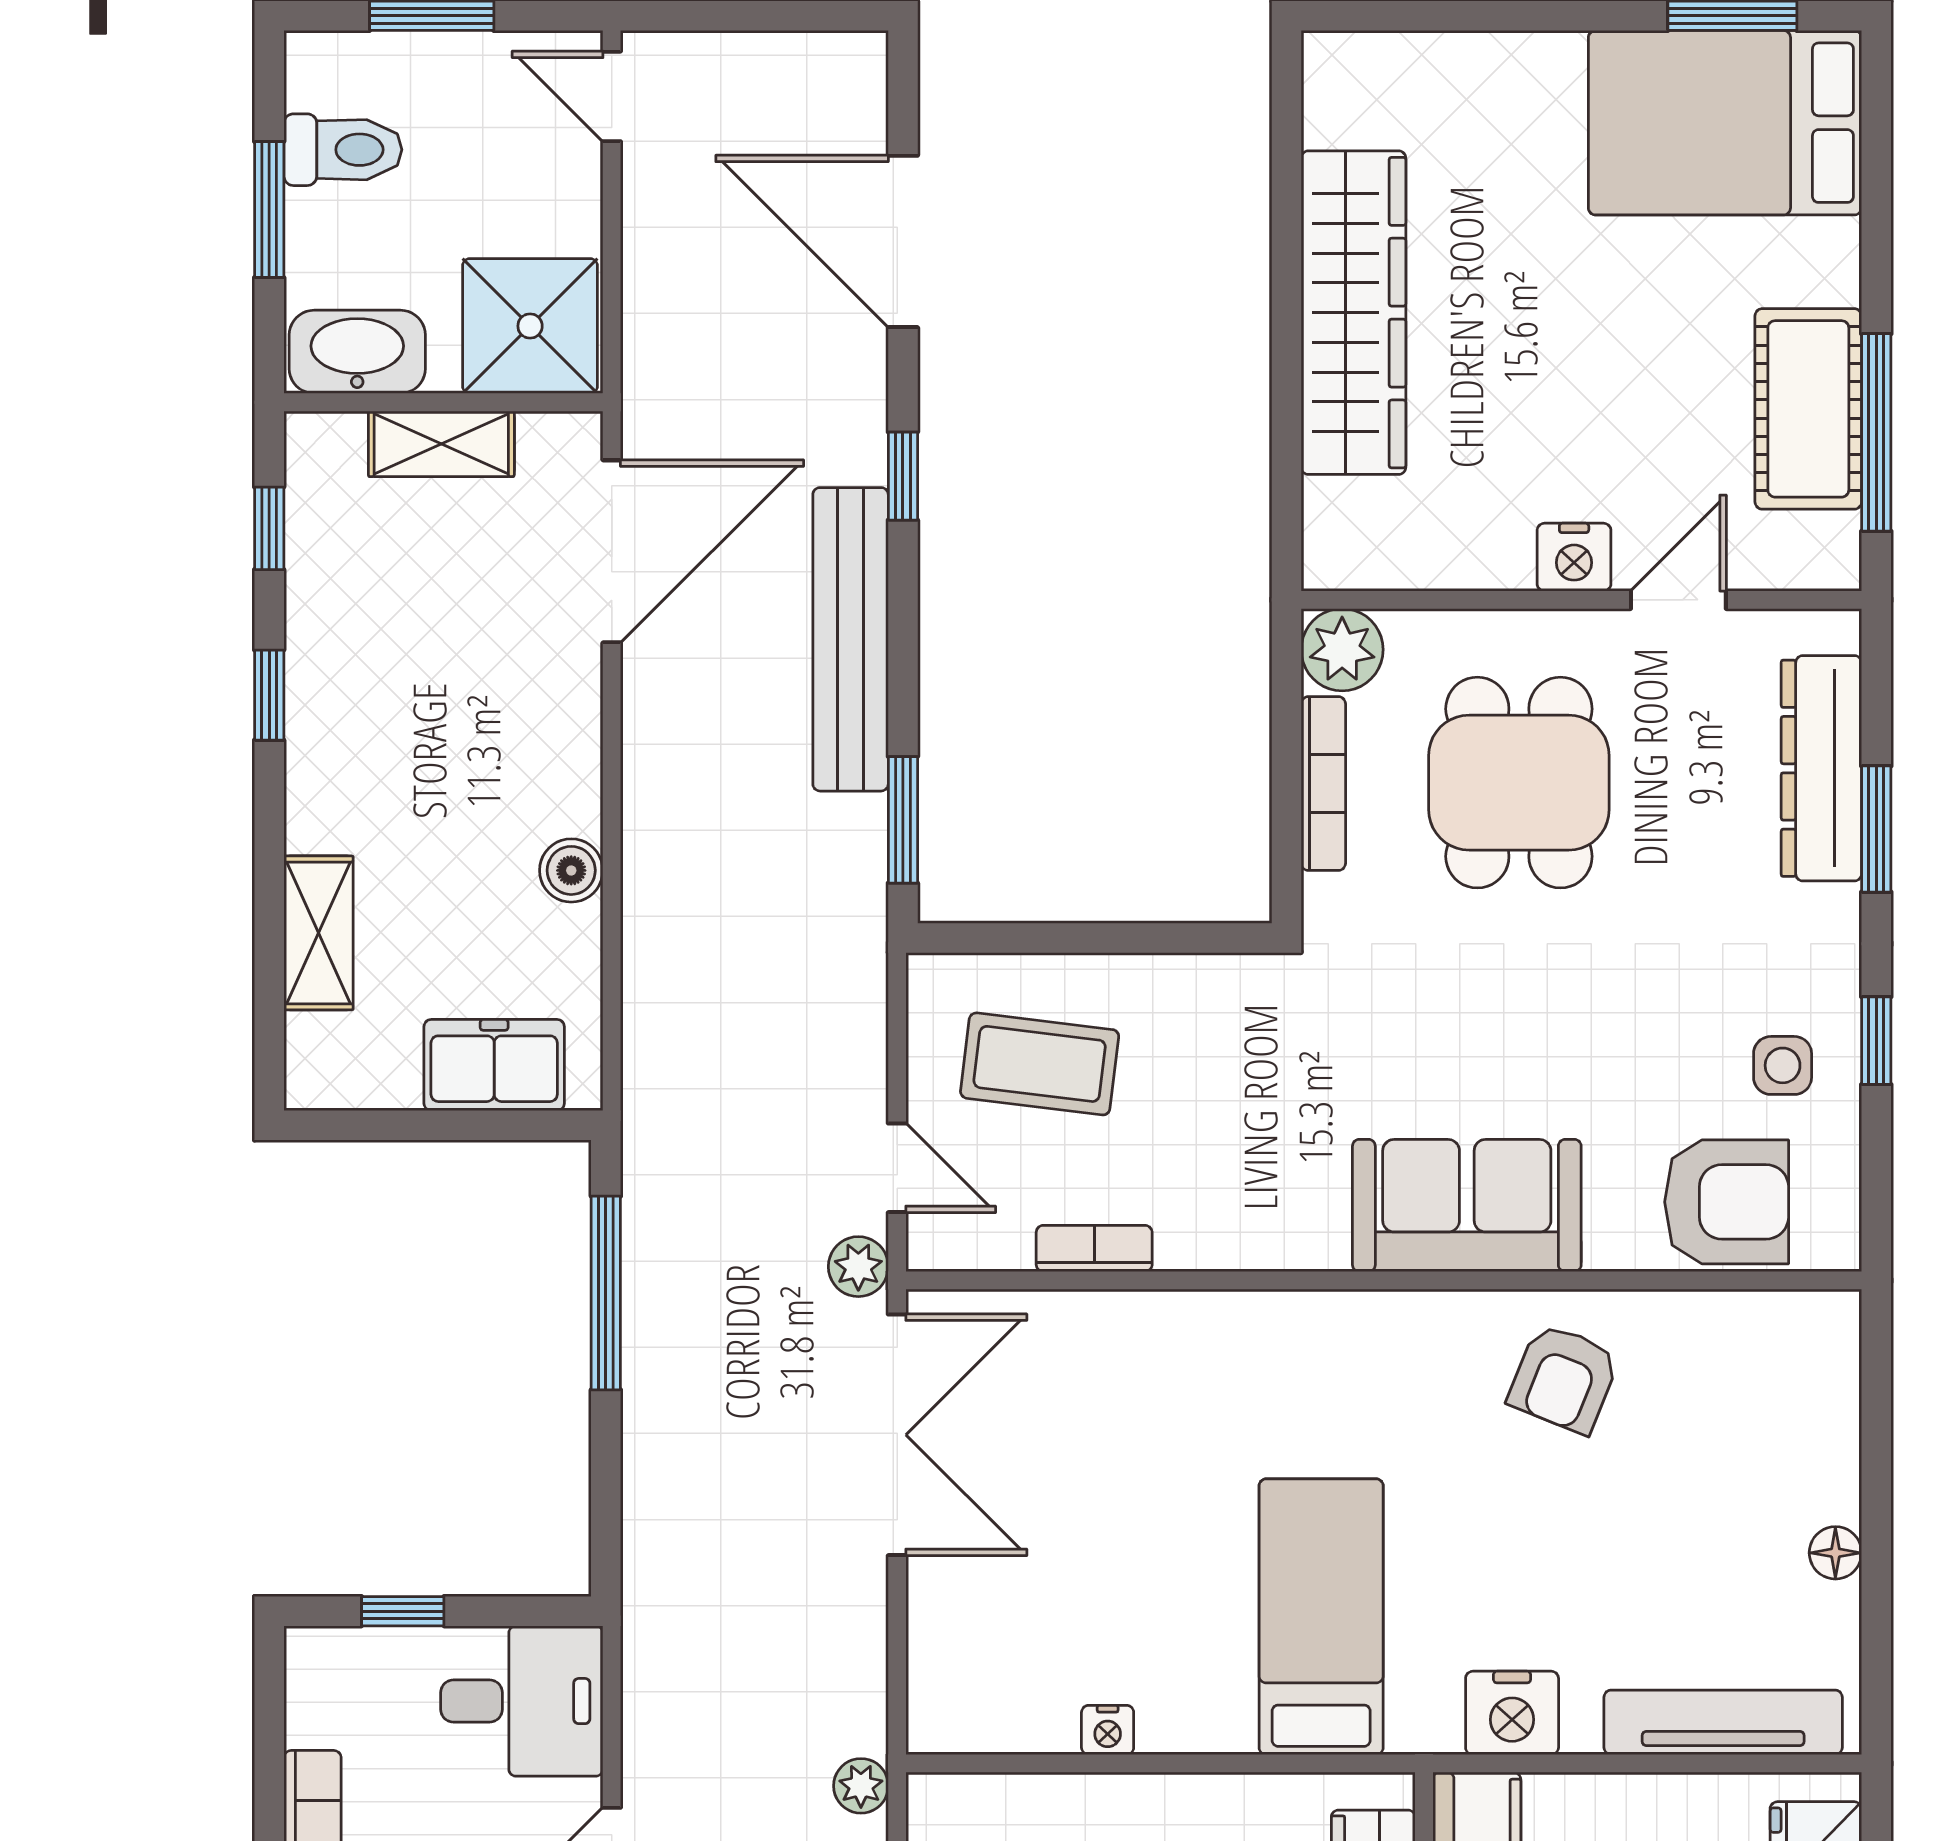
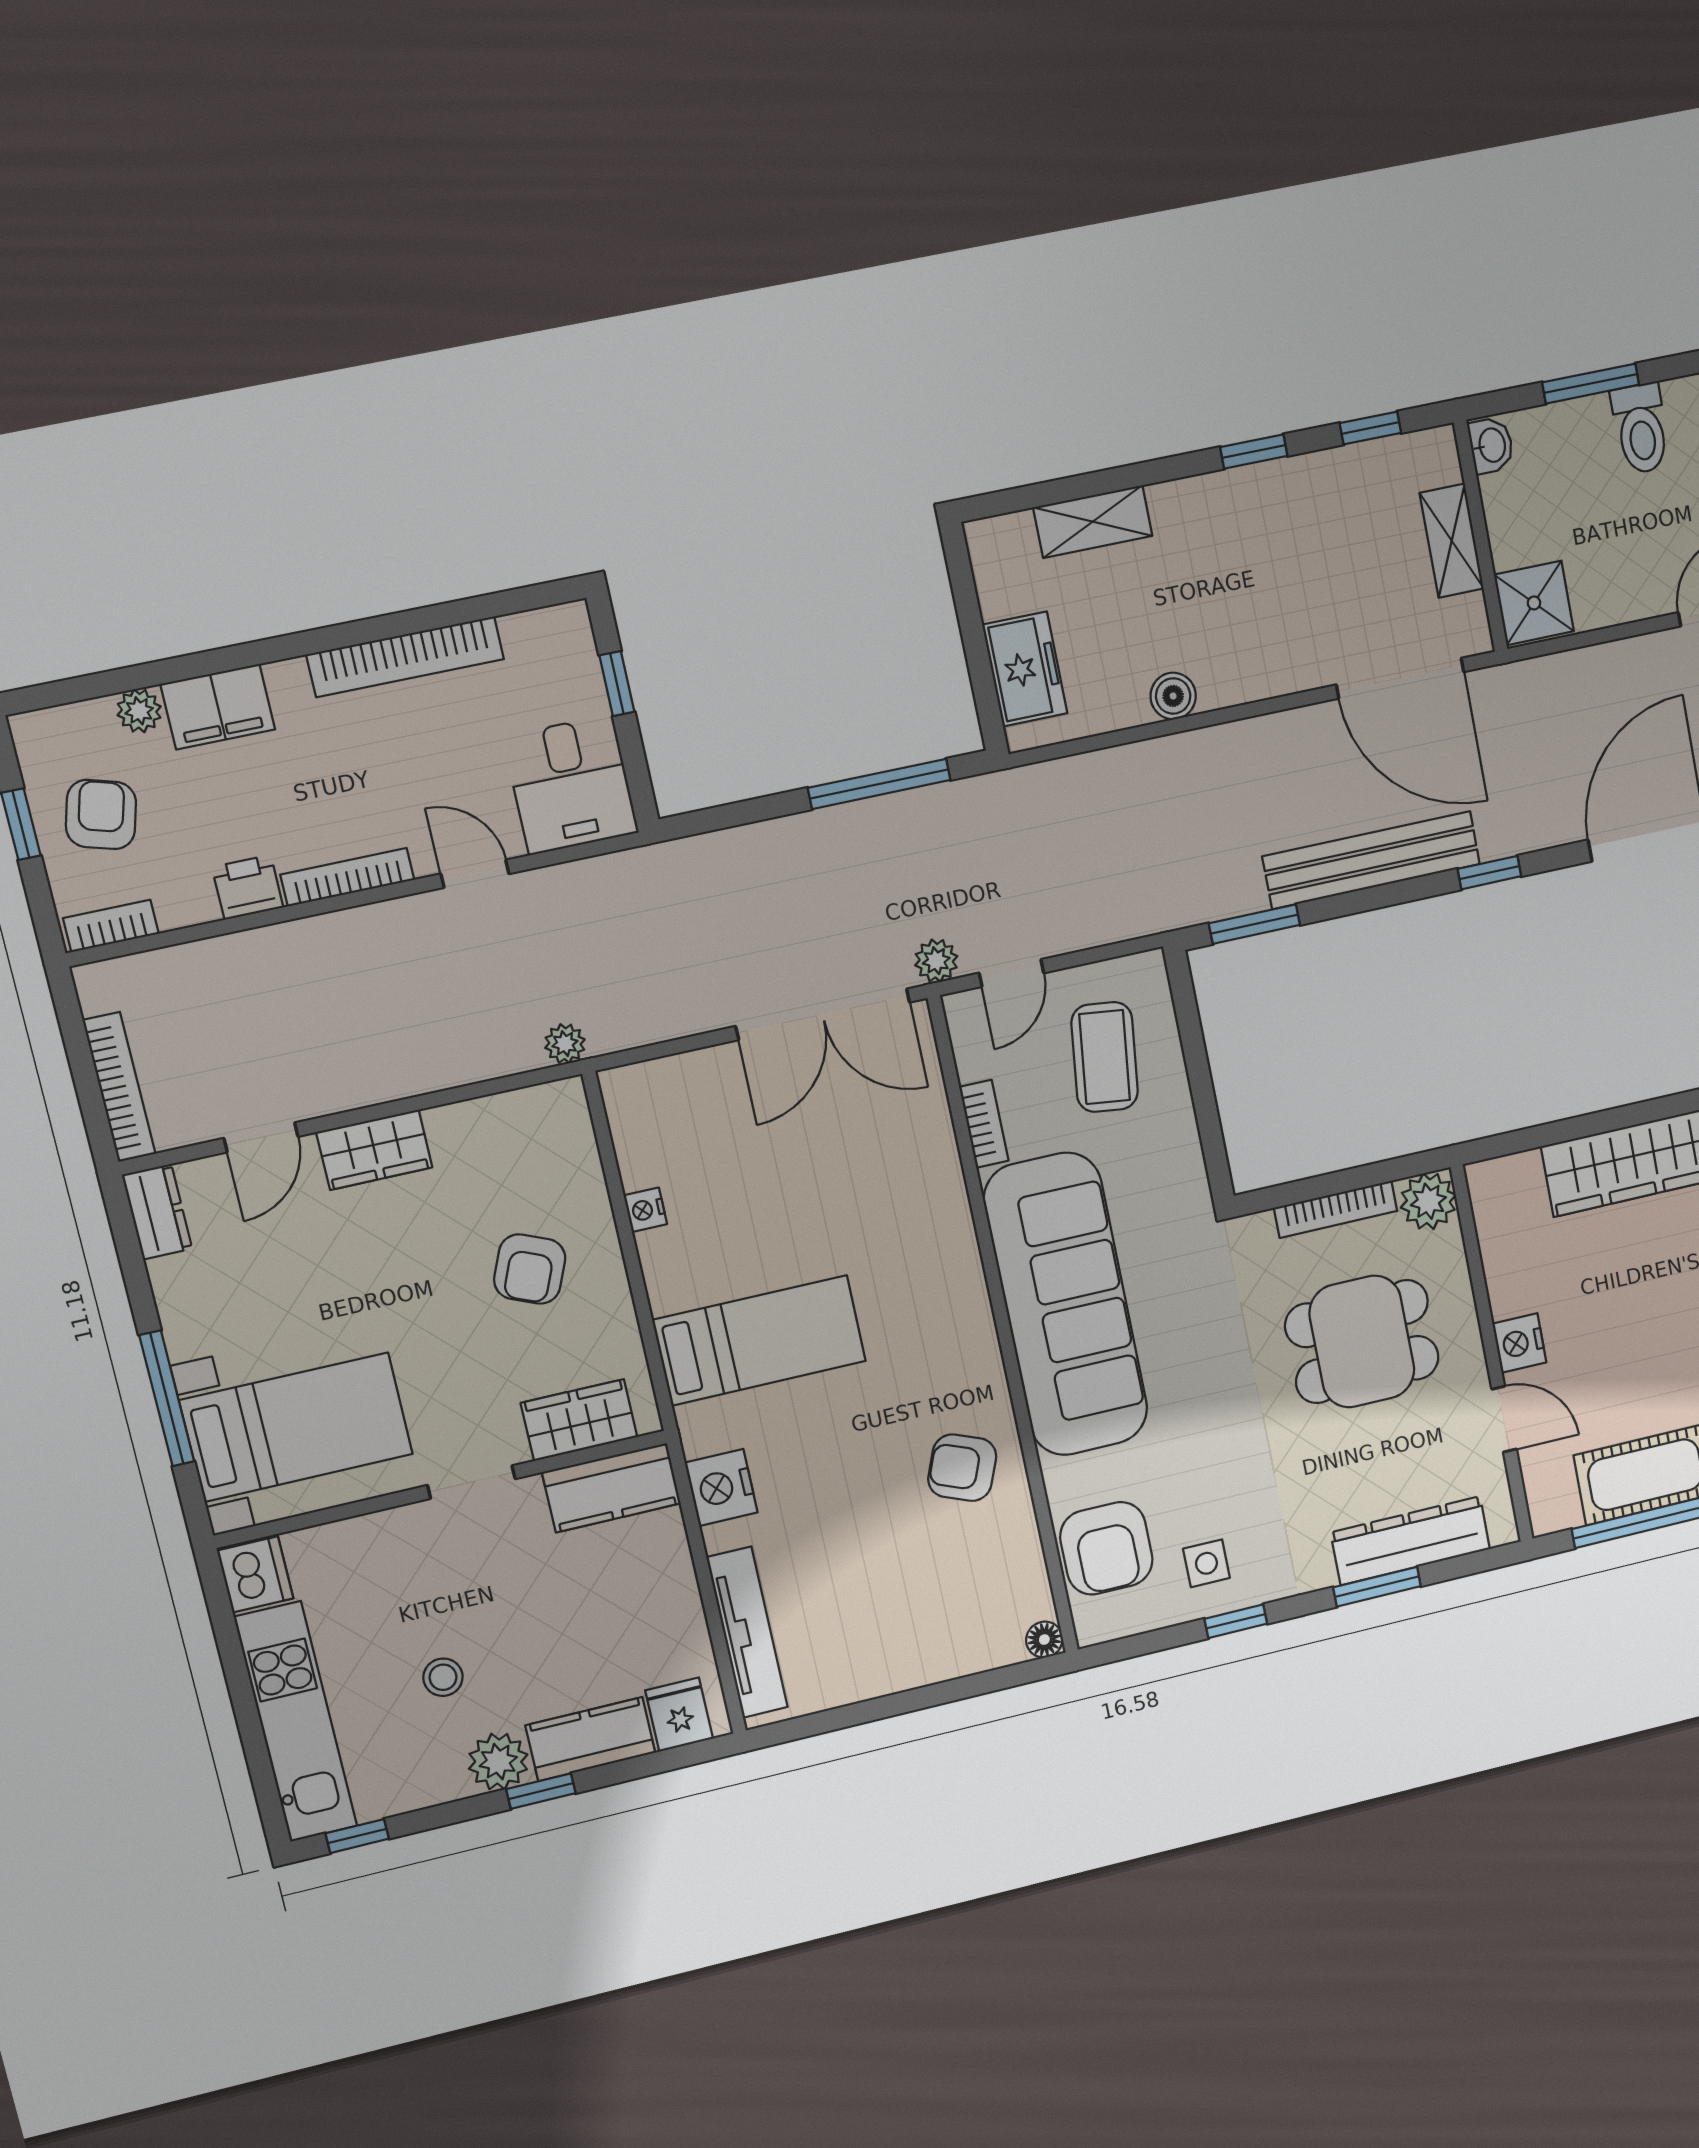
shower: (530, 326) -> (1534, 603), width x0.73, depth x0.73
washbasin: (357, 352) -> (1491, 445), width x0.52, depth x0.69
sofa: (1467, 1206) -> (1066, 1305), width x1.85, depth x1.27
floor lamp: (1835, 1553) -> (1044, 1640), moved

